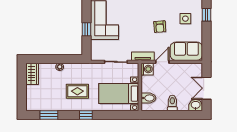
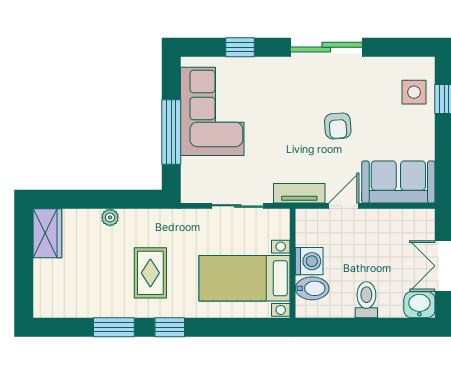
side table: (185, 19) -> (414, 92), moved
window: (87, 29) -> (171, 132), width x2.17
washing machine: (147, 69) -> (309, 261), moved
rug: (77, 91) -> (150, 273), turned 90
window: (49, 115) -> (114, 327), moved

